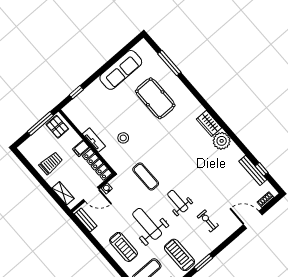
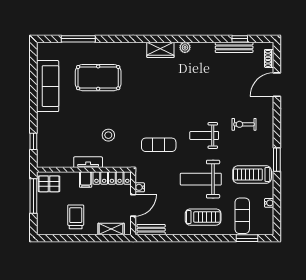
plant: (222, 141) -> (185, 47), width x0.53, depth x0.53

